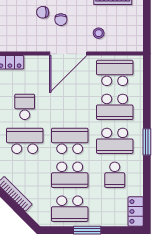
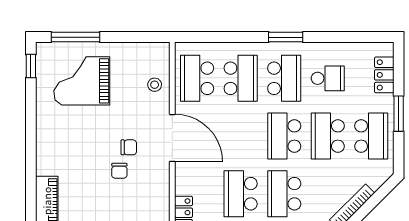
stool: (99, 33) -> (155, 85), moved
school desk: (25, 107) -> (241, 194), width x1.85
school desk: (70, 175) -> (328, 136), turned 180
locker: (136, 211) -> (384, 75), moved, turned 90

